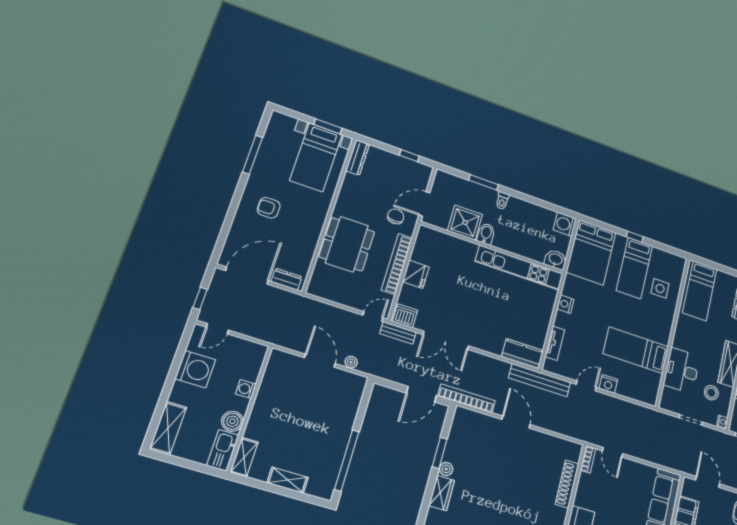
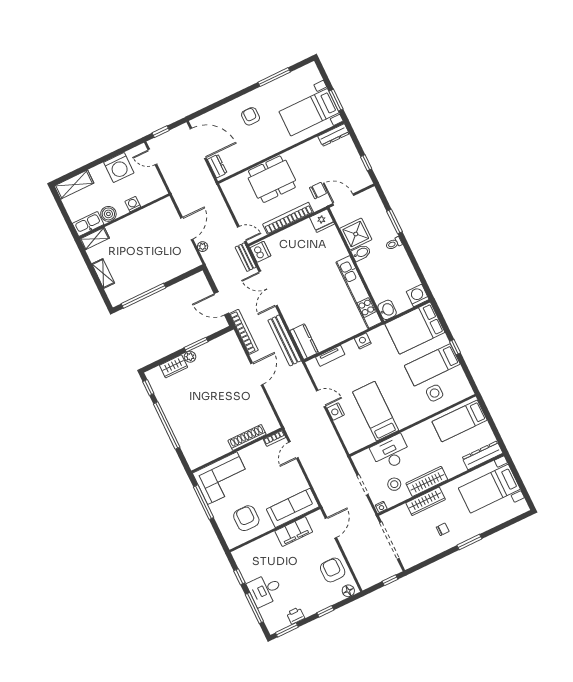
fridge: (416, 274) -> (322, 221), moved
bench: (540, 380) -> (285, 340), moved

